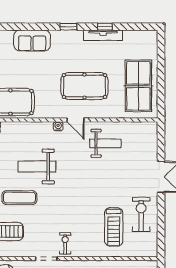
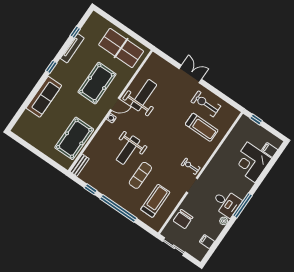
window: (105, 27) -> (75, 32), moved
sofa: (32, 40) -> (44, 97), width x1.36
weight bench: (105, 143) -> (144, 95), width x1.36, depth x1.33

